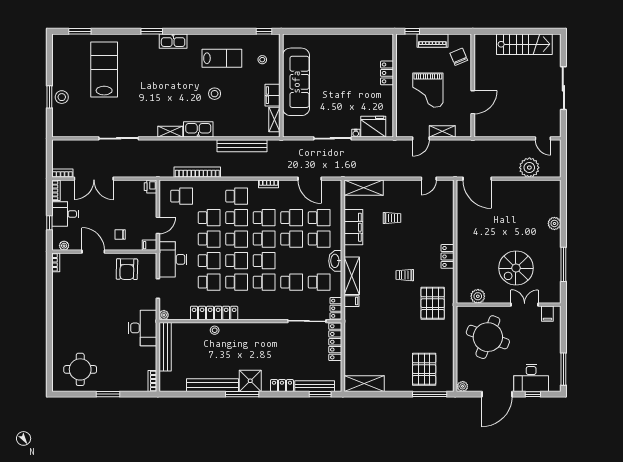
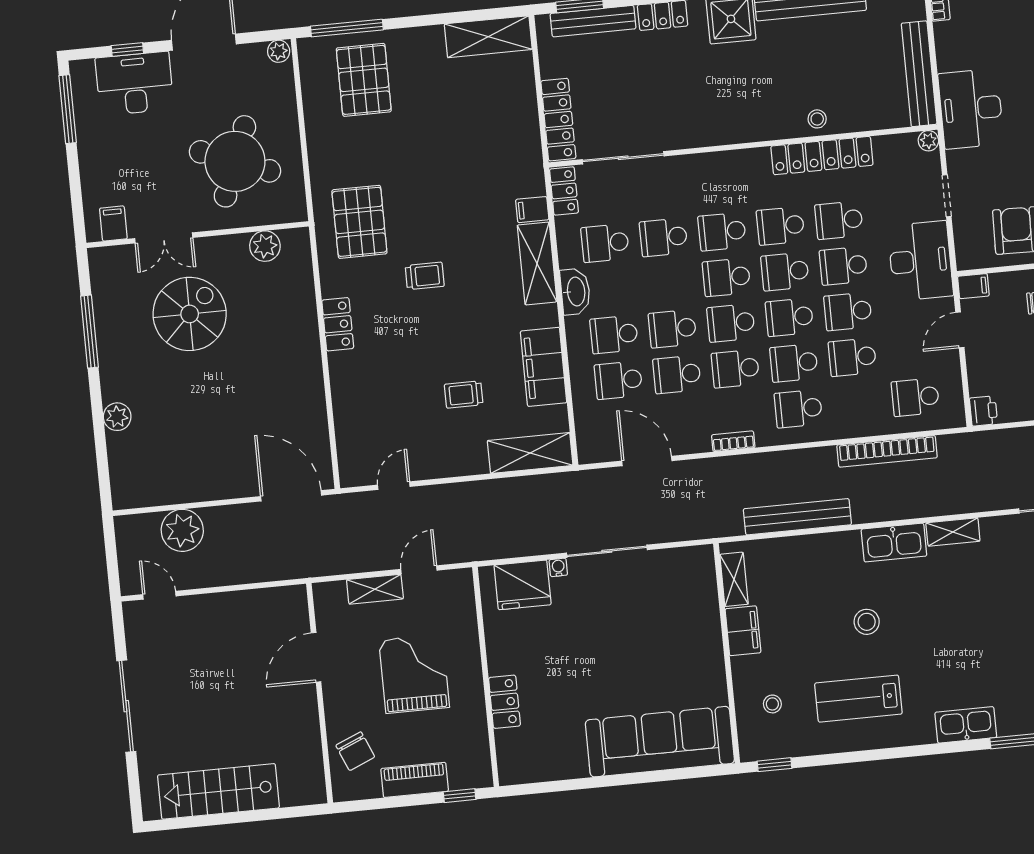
sofa: (296, 82) -> (660, 742), moved, turned 90

